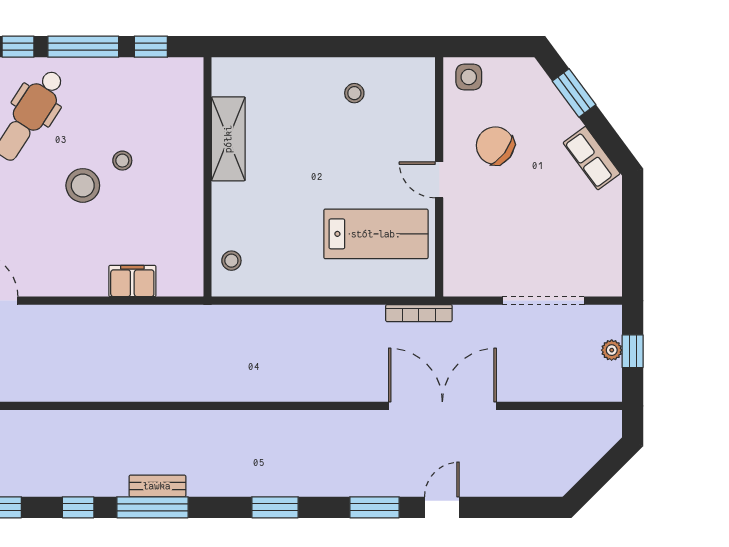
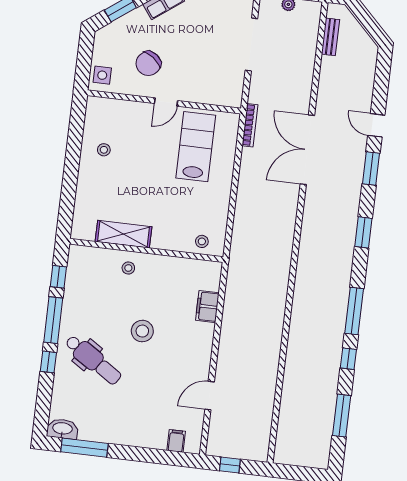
stool: (122, 161) -> (128, 268), moved
double door: (442, 406) -> (307, 150), moved
bench: (157, 486) -> (330, 37), moved

